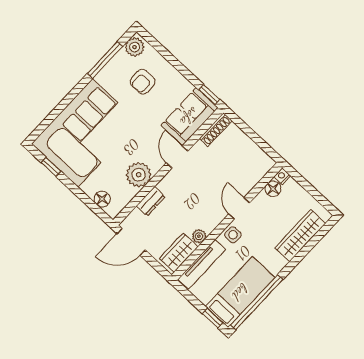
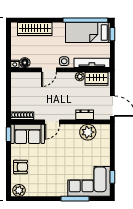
window: (105, 60) -> (75, 199), moved
armchair: (143, 82) -> (20, 167), moved
corner sofa: (85, 133) -> (89, 181), width x0.73, depth x0.74
plant: (139, 175) -> (88, 132), moved
floor lamp: (102, 199) -> (105, 139), removed

